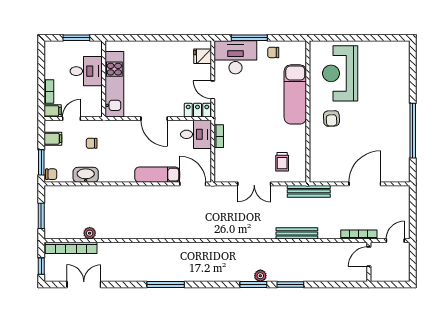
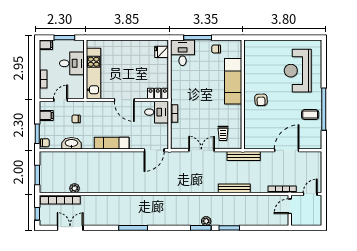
desk: (235, 57) -> (183, 53), width x0.73
reception desk: (340, 73) -> (298, 71), moved
door: (213, 90) -> (170, 78), removed
filing cabinet: (53, 111) -> (46, 45), moved
coffee table: (395, 138) -> (310, 115), added
exam couch: (157, 175) -> (112, 143), moved
door: (193, 184) -> (154, 150), swing flipped
double door: (254, 184) -> (201, 150), swing flipped

